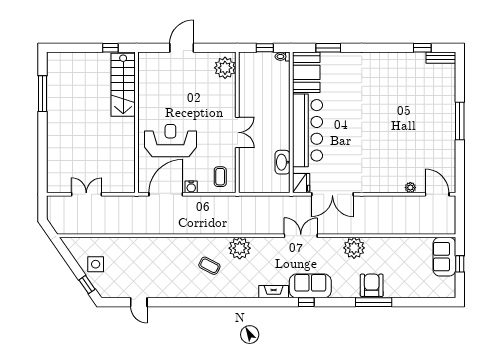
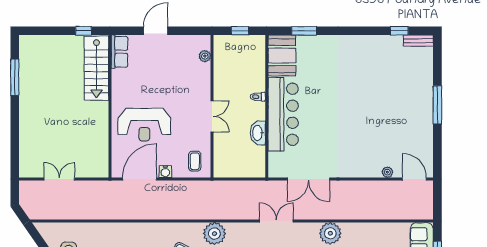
toilet: (282, 57) -> (258, 97), moved
plant: (225, 68) -> (205, 56), width x0.53, depth x0.53
row of seats: (146, 69) -> (119, 52), added
reception desk: (170, 141) -> (144, 125), turned 180
washbasin: (283, 162) -> (258, 133), moved
fridge: (301, 183) -> (277, 168), removed

